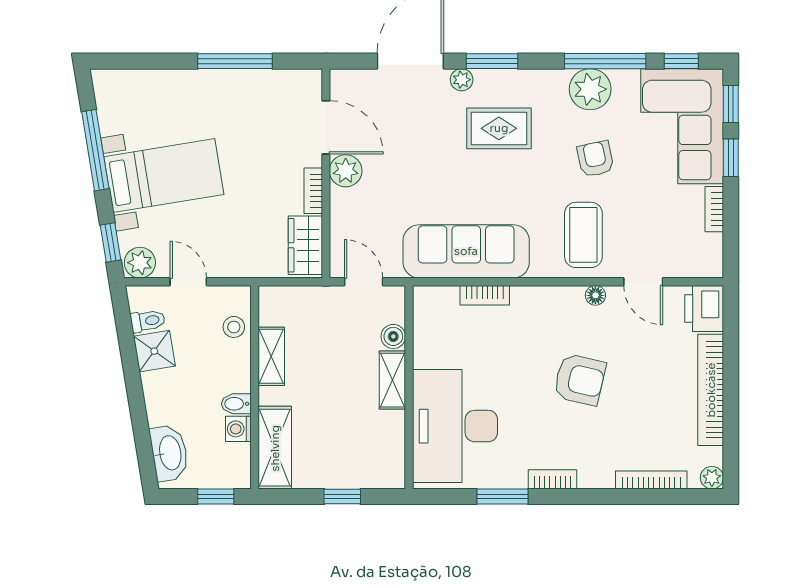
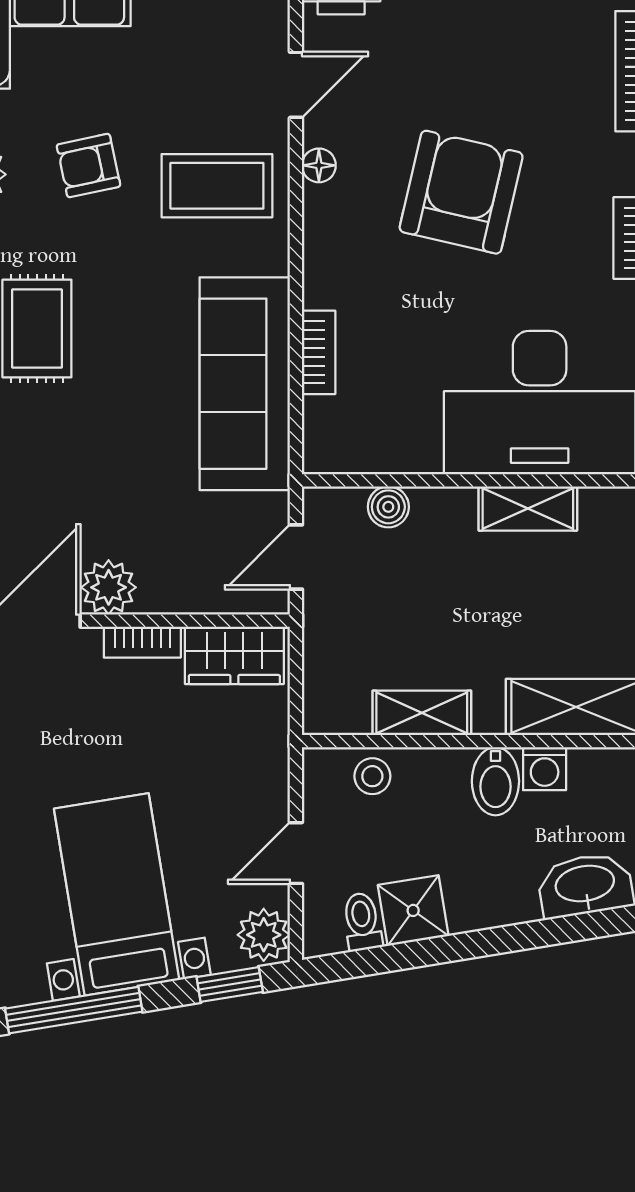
shelving: (392, 380) -> (528, 508), moved
armchair: (580, 380) -> (461, 192), width x1.36, depth x1.36
bidet: (236, 404) -> (495, 781), width x1.38, depth x1.36

